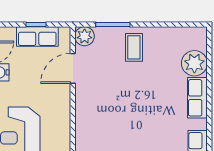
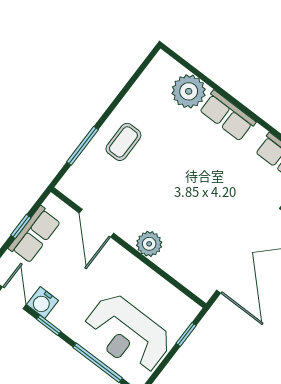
plant: (85, 36) -> (149, 244), moved
coffee table: (134, 47) -> (123, 142), turned 90

